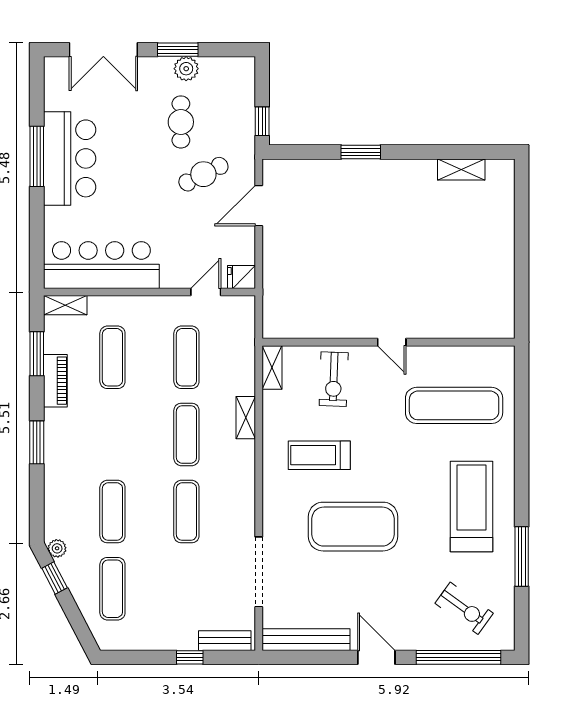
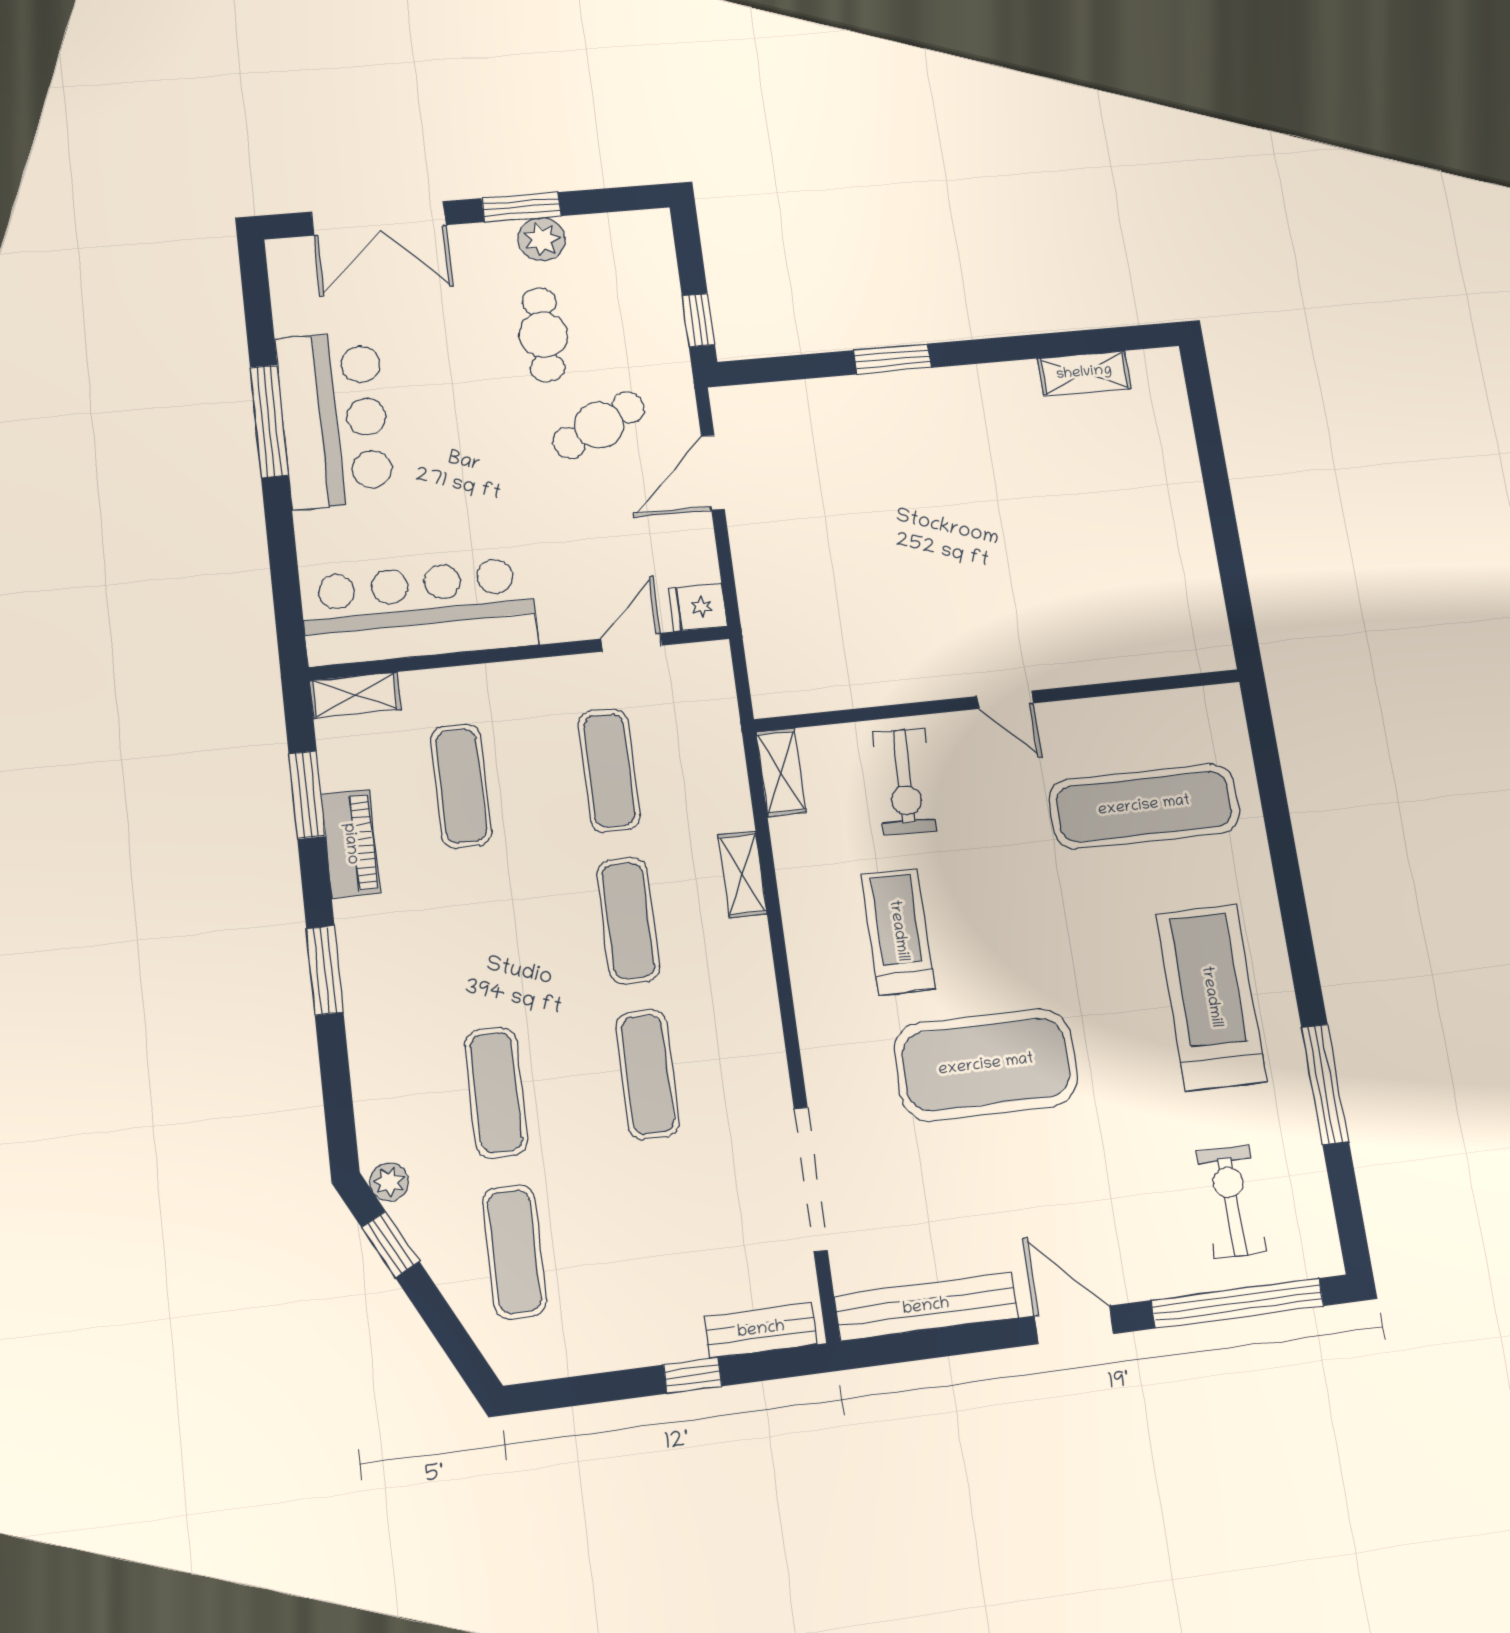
treadmill: (319, 455) -> (898, 931), turned 90
exercise bike: (464, 608) -> (1232, 1202), turned -126

